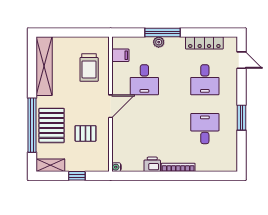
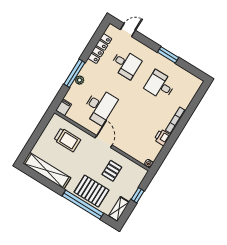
filing cabinet: (120, 55) -> (64, 107), moved
desk: (144, 80) -> (100, 106), width x1.37

